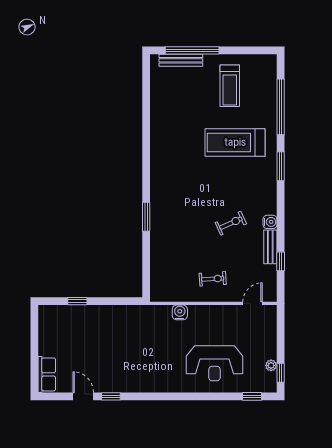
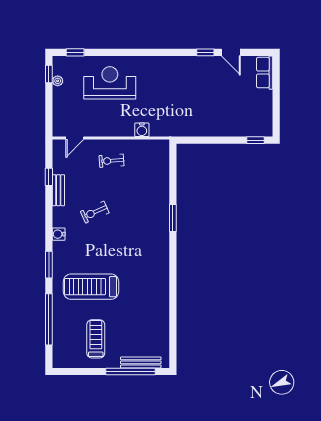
treadmill: (235, 142) -> (91, 287), turned 180
water cooler: (270, 222) -> (59, 234), moved
window: (77, 301) -> (255, 140), moved

